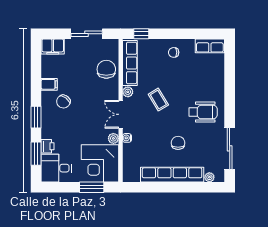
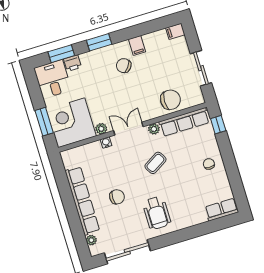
row of seats: (210, 46) -> (222, 210), moved, turned 90
filing cabinet: (53, 47) -> (175, 31), width x0.50

